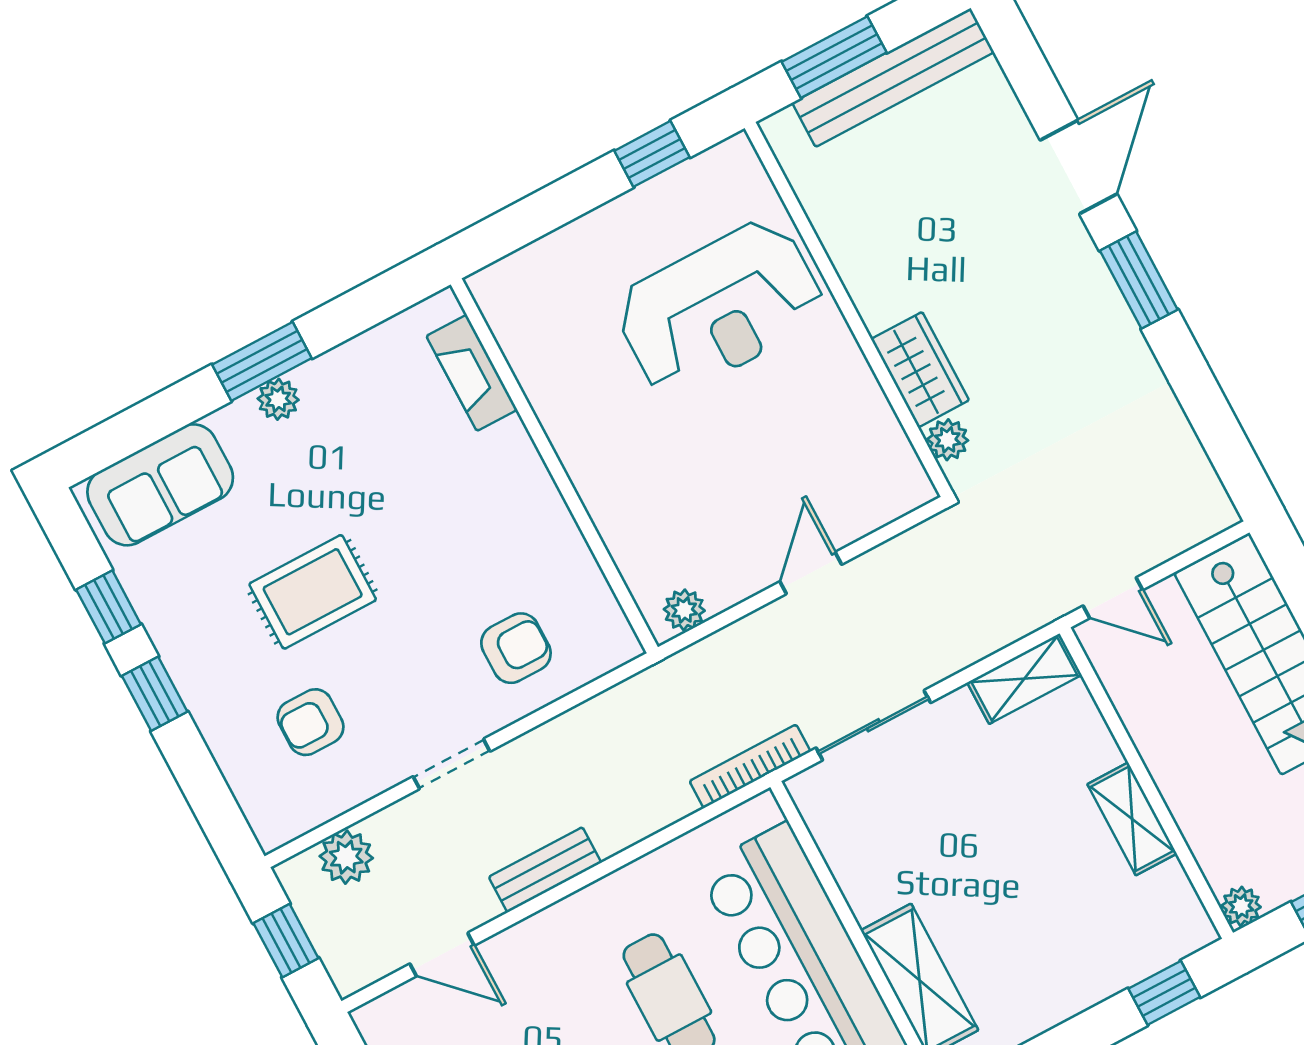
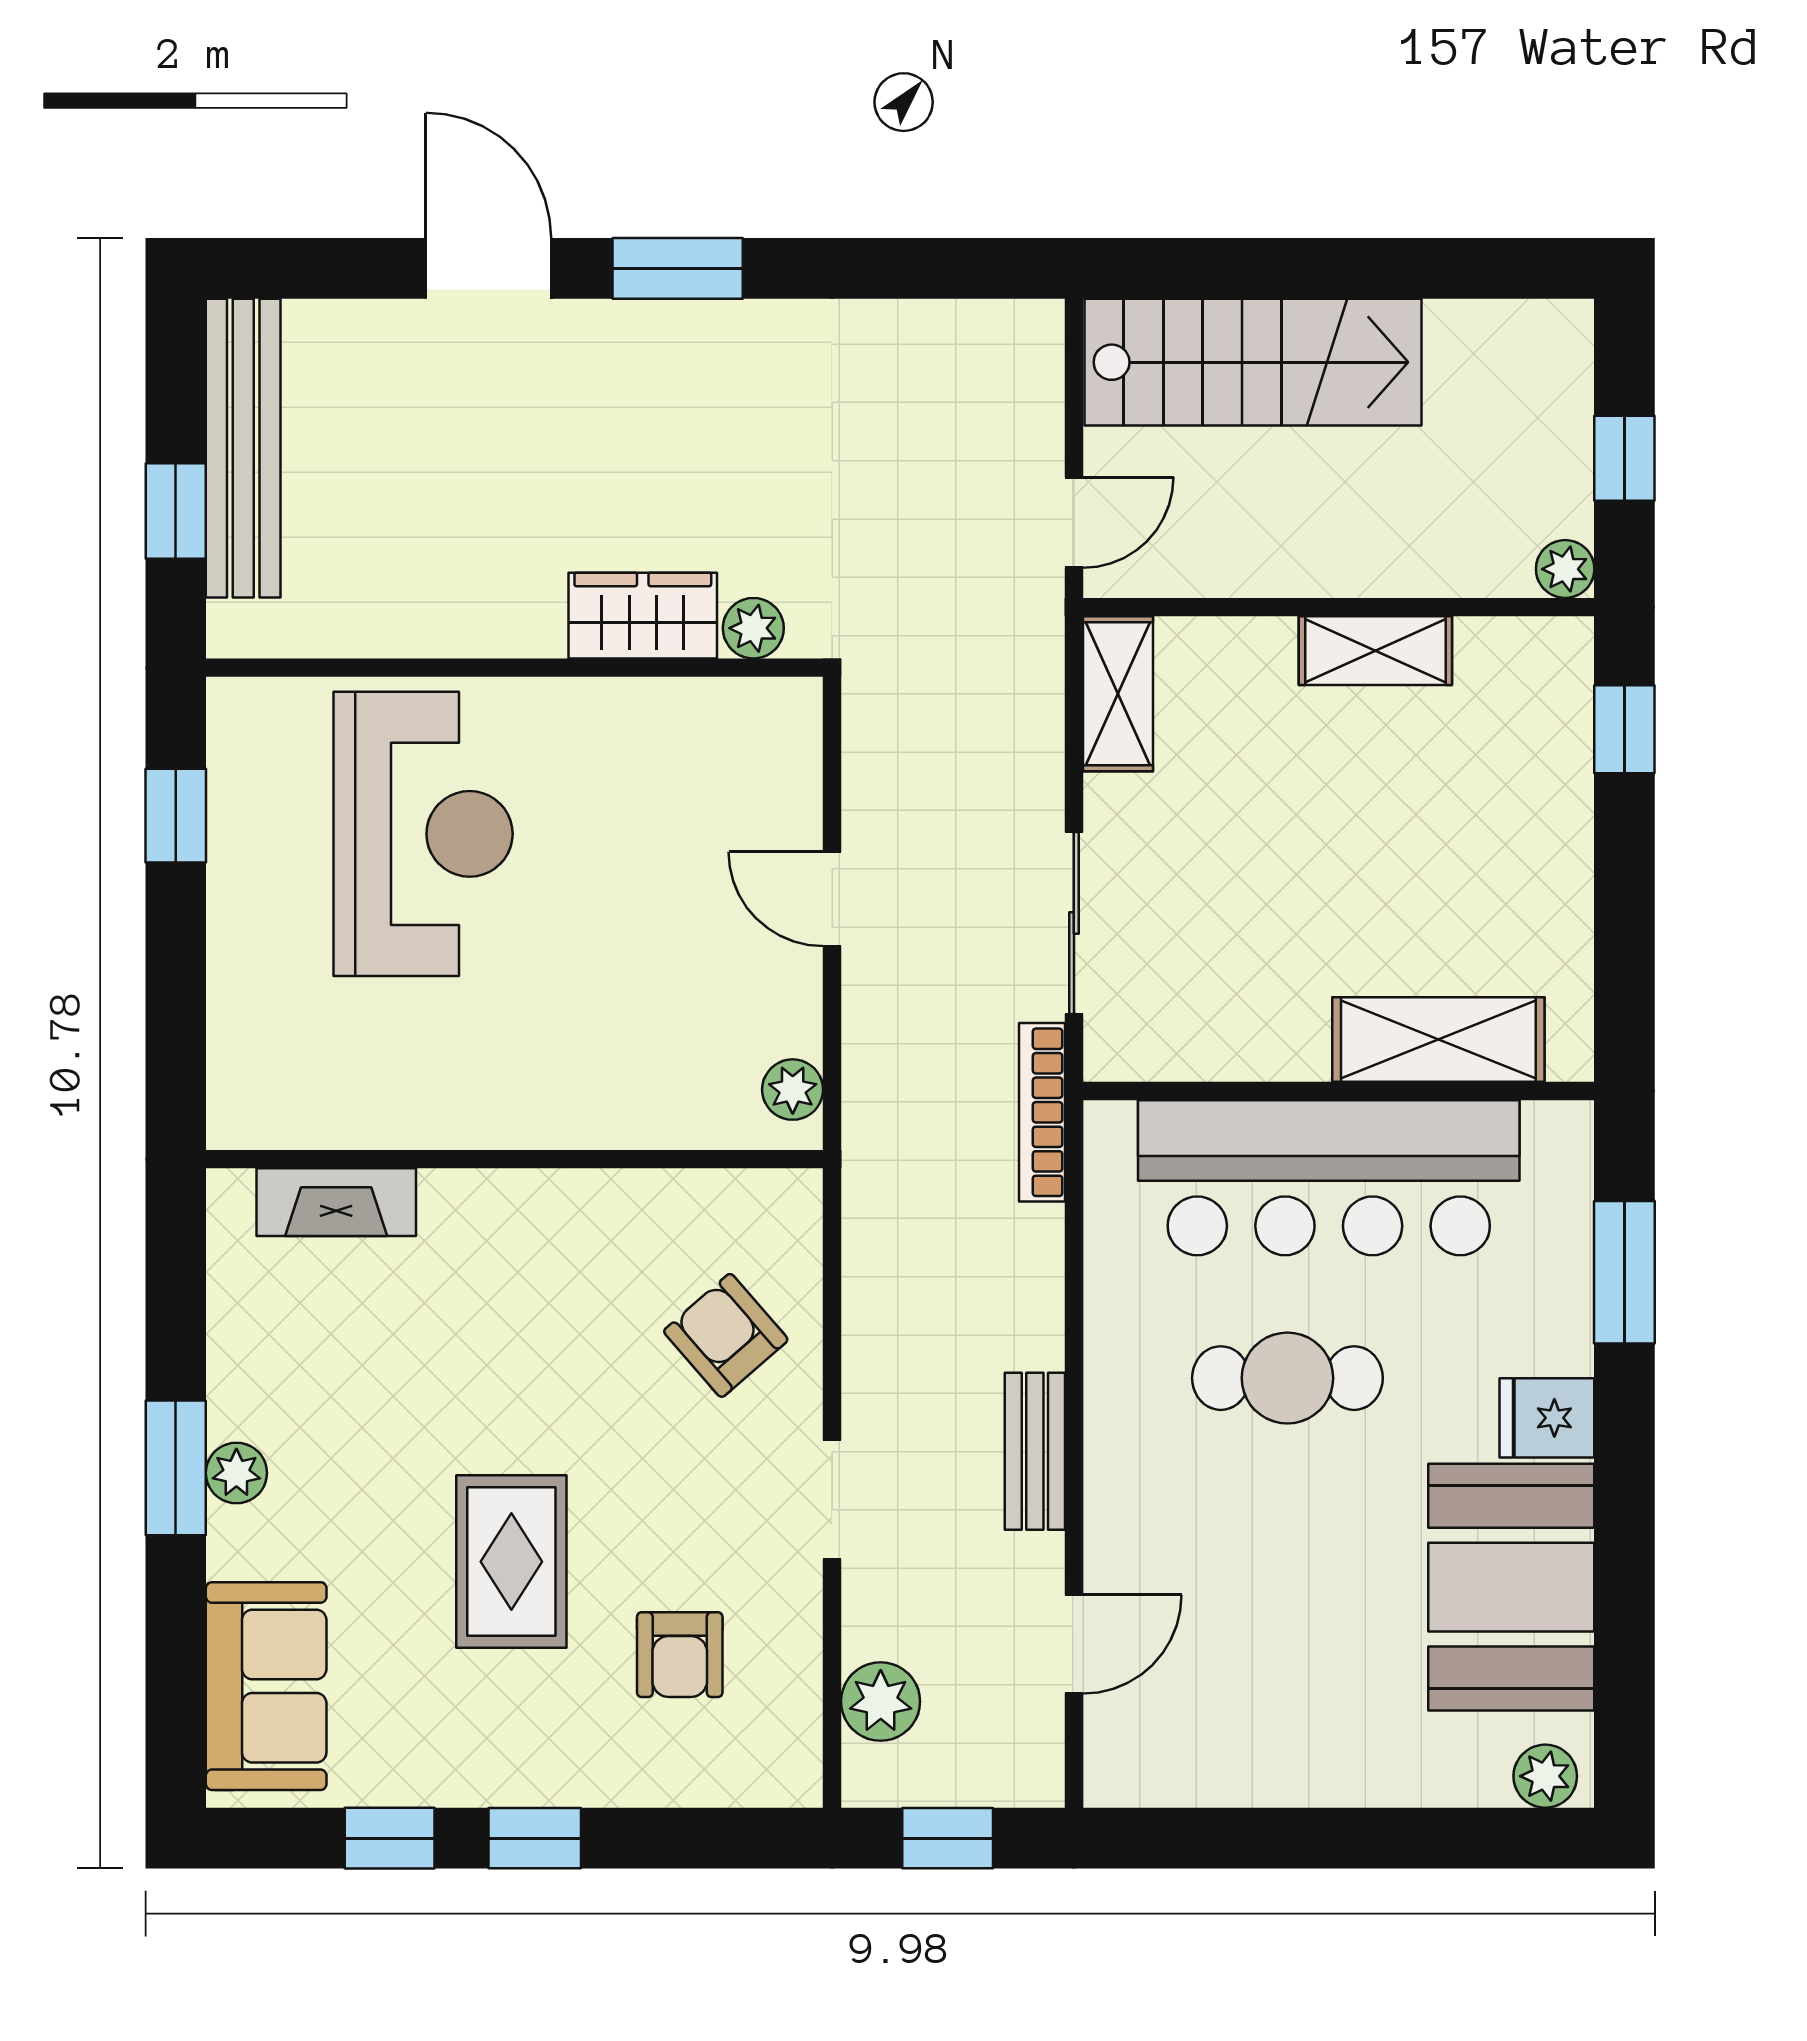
window: (834, 57) -> (176, 511), width x0.67
armchair: (516, 648) -> (726, 1335), turned -41

